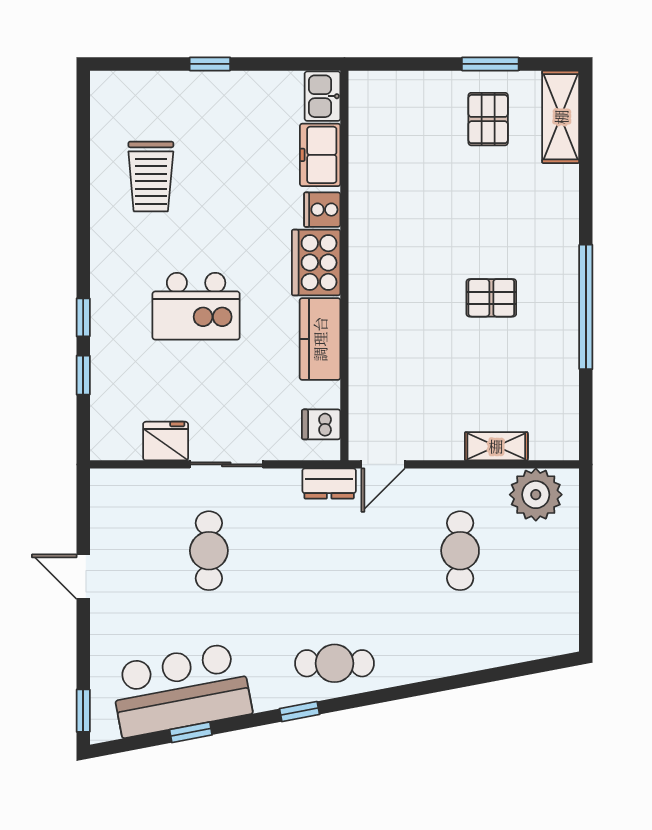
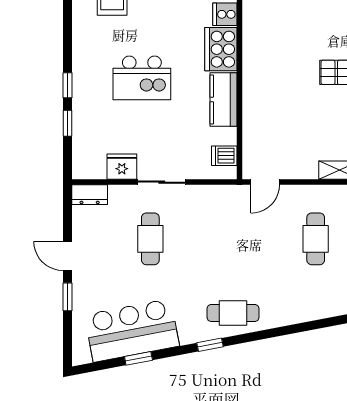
dresser: (329, 483) -> (90, 195), moved
window: (83, 711) -> (68, 297), moved

